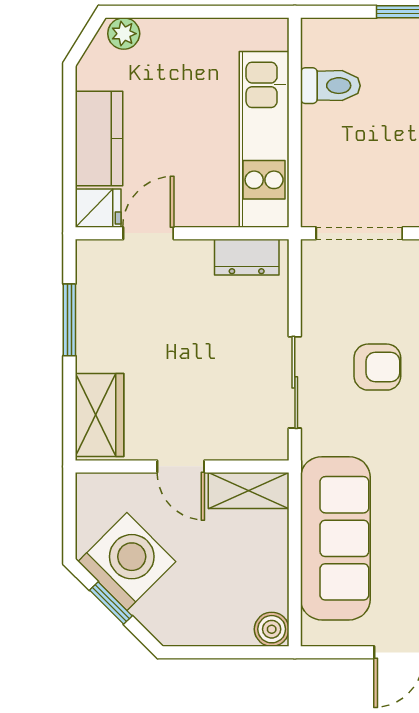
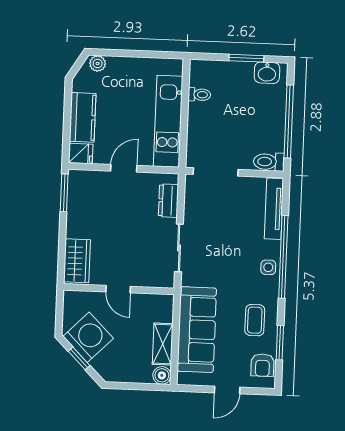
toilet: (330, 86) -> (199, 95), width x0.73, depth x0.72
door: (148, 233) -> (124, 168), moved
dresser: (247, 257) -> (168, 201), moved, turned 90
window: (69, 320) -> (64, 193), moved
armchair: (377, 367) -> (222, 242), removed
shelving: (249, 491) -> (163, 344), moved, turned 90

